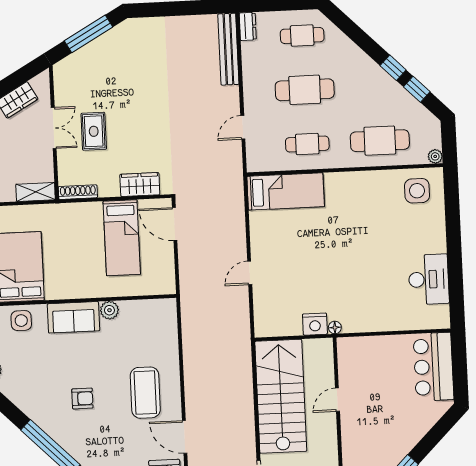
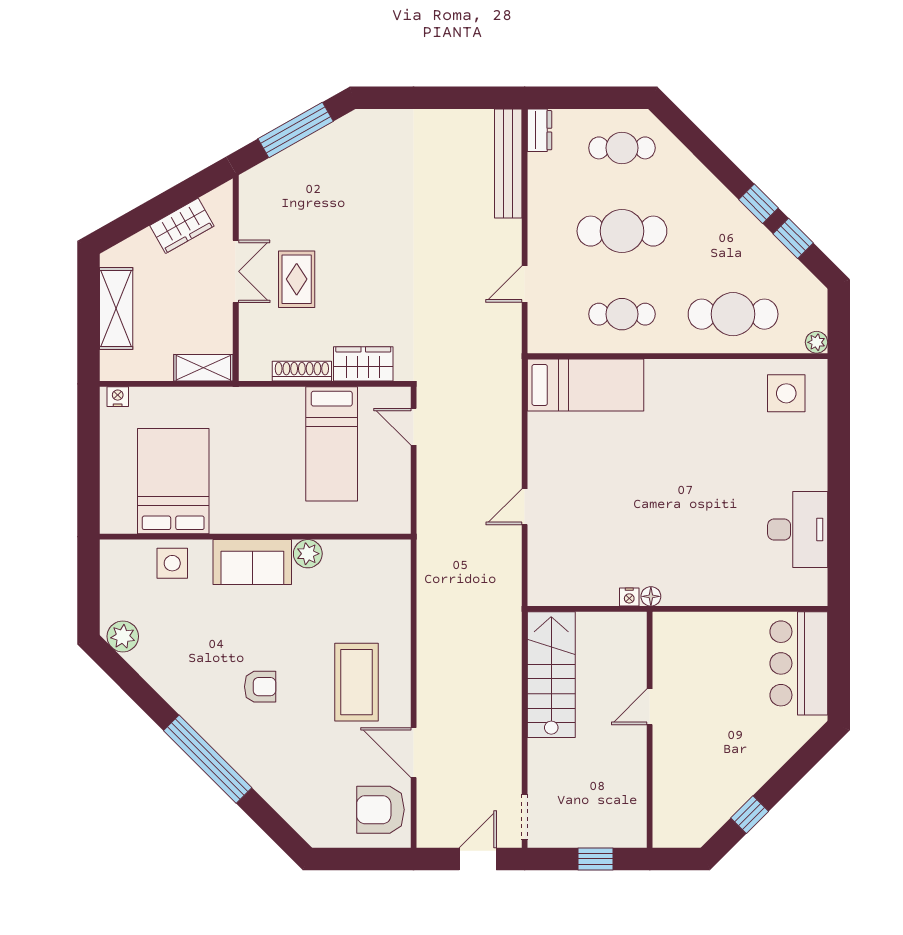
shoe rack: (78, 192) -> (302, 371), moved
door: (175, 224) -> (414, 427), width x0.73
nightstand: (315, 324) -> (629, 597), width x0.53, depth x0.56
stairs: (281, 396) -> (551, 675), width x0.73, depth x0.66

